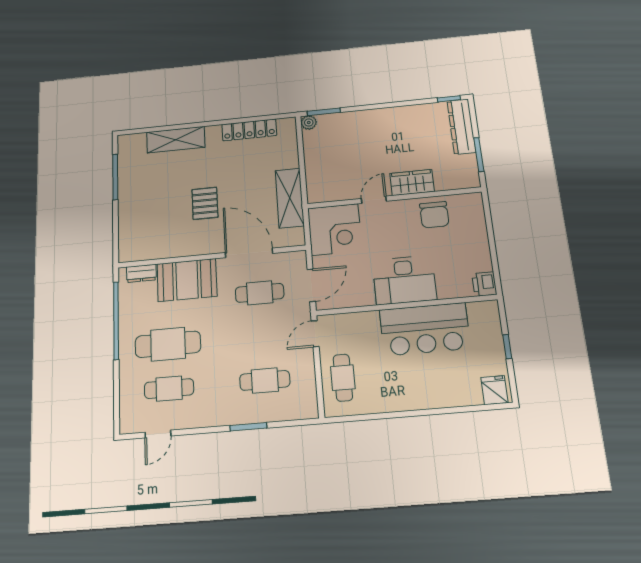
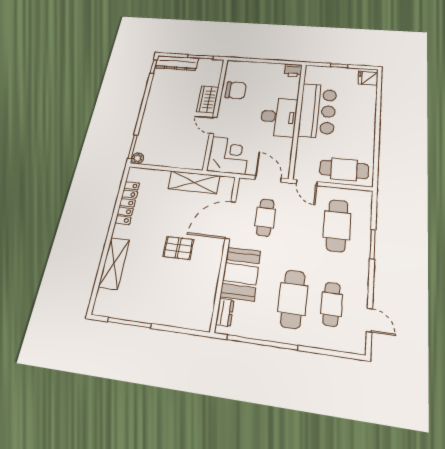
cafe table: (343, 378) -> (344, 169), width x1.37, depth x1.35
cafe table: (265, 380) -> (337, 225), width x1.37, depth x1.35

